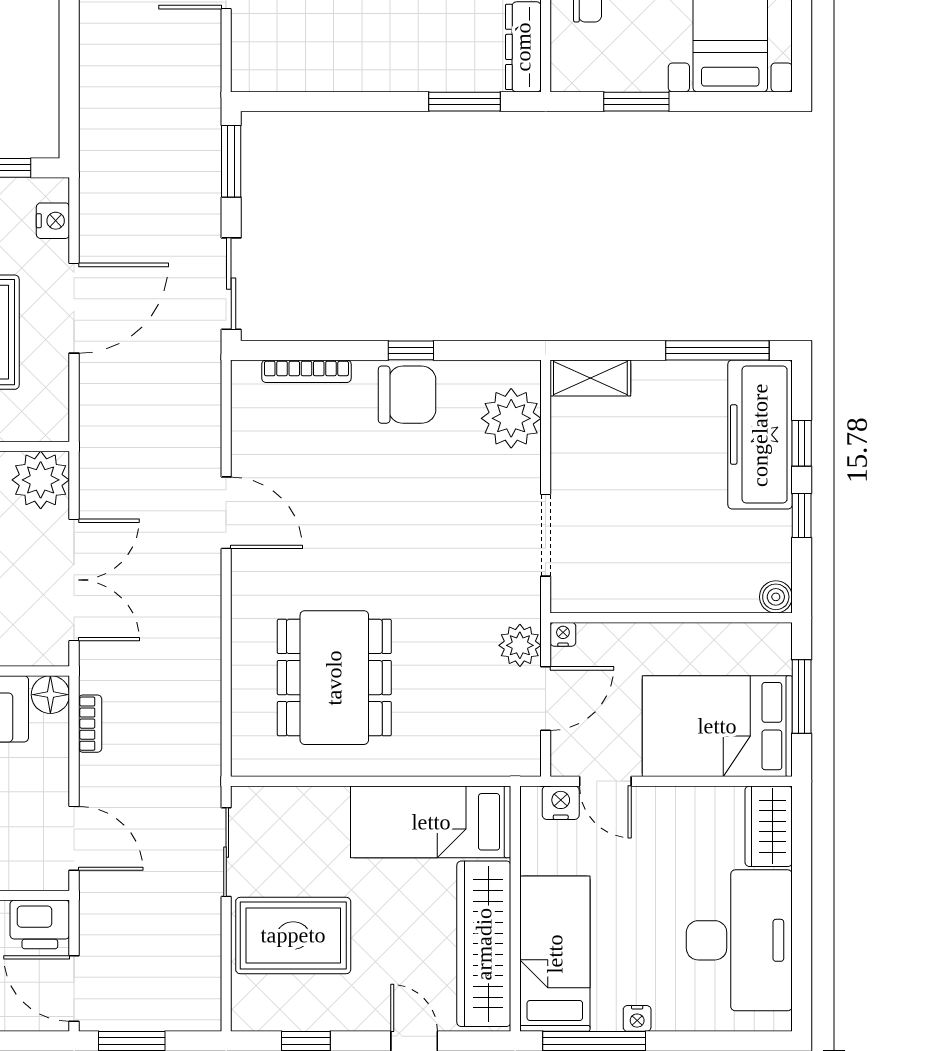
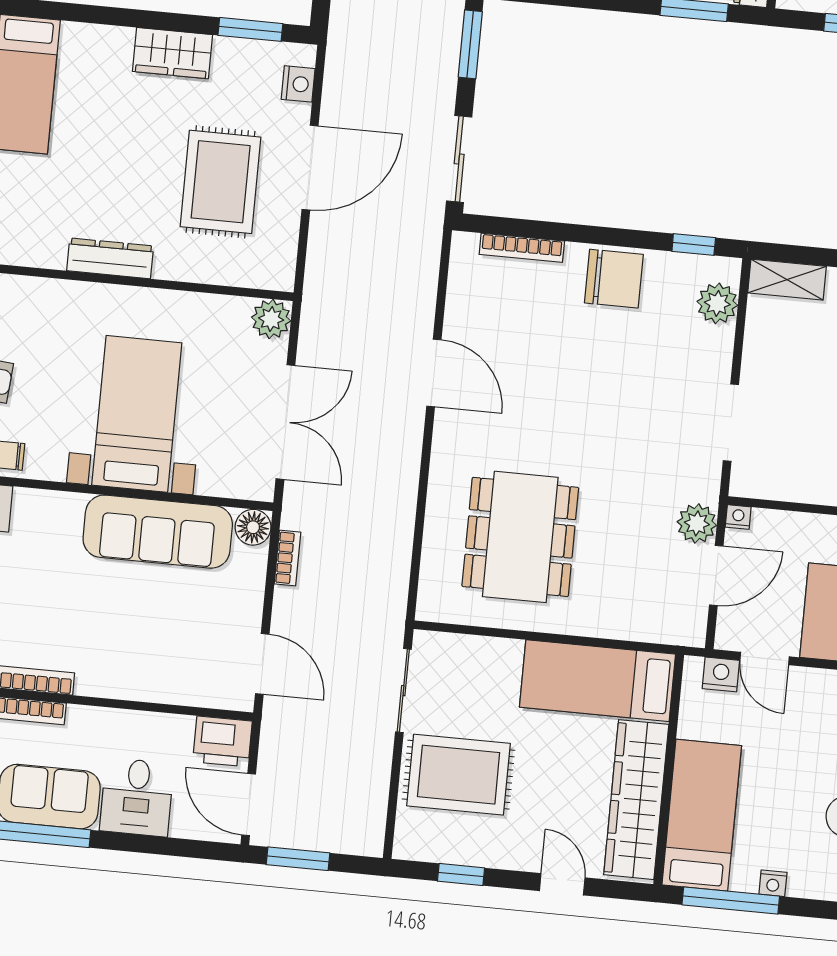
window: (411, 350) -> (694, 245), moved
plant: (511, 418) -> (717, 303), width x0.73, depth x0.73
plant: (41, 480) -> (271, 319), width x0.73, depth x0.73

